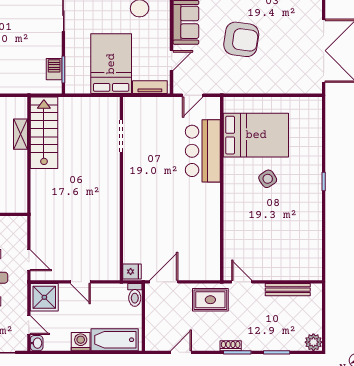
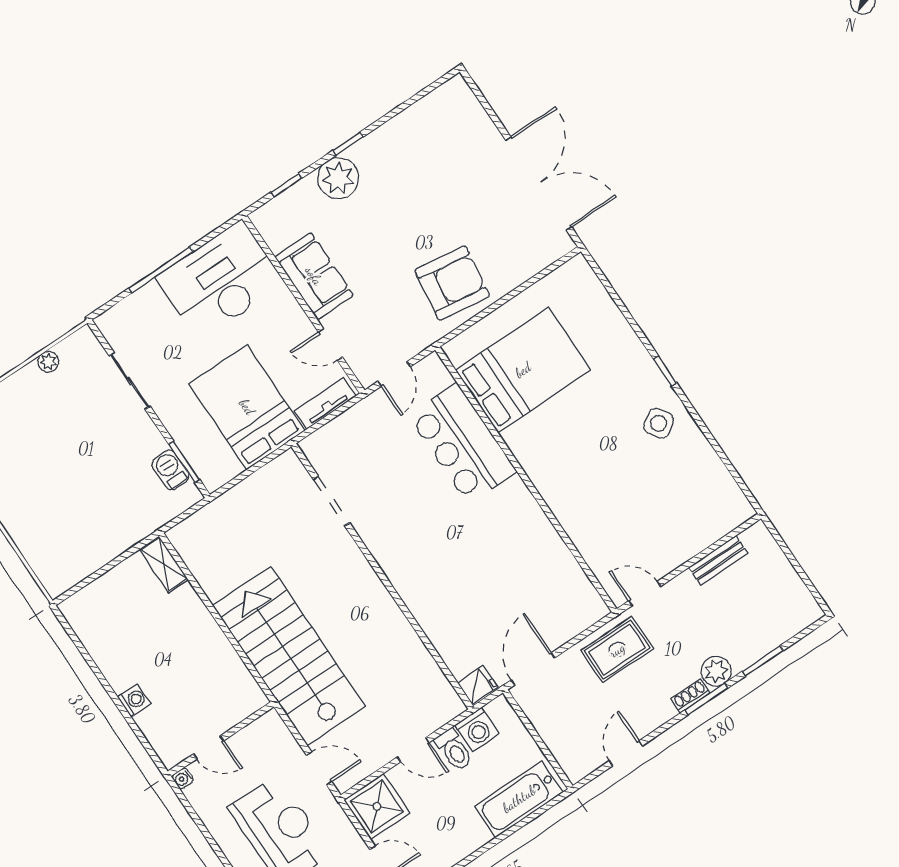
armchair: (241, 39) -> (452, 283), moved
door: (172, 61) -> (330, 345), swing flipped
stairs: (44, 133) -> (289, 656), moved, width x1.36, depth x1.51
shelving: (20, 134) -> (164, 564), moved
side table: (268, 179) -> (659, 423), moved
bench: (288, 290) -> (718, 560), width x0.73
toilet: (135, 295) -> (454, 750), moved
washing machine: (81, 342) -> (477, 729), moved, turned 180
plant: (313, 342) -> (716, 671), moved

